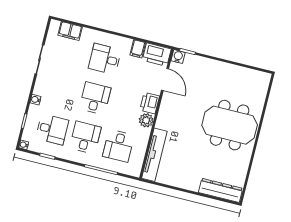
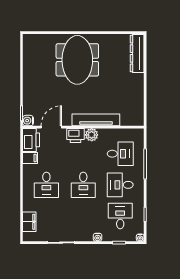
desk: (95, 98) -> (83, 185), turned -90
tv unit: (154, 155) -> (96, 120), moved

